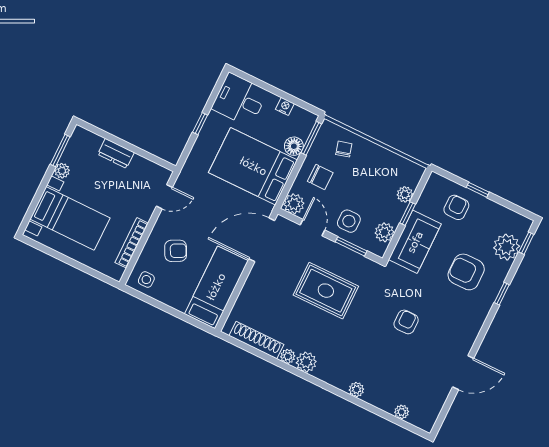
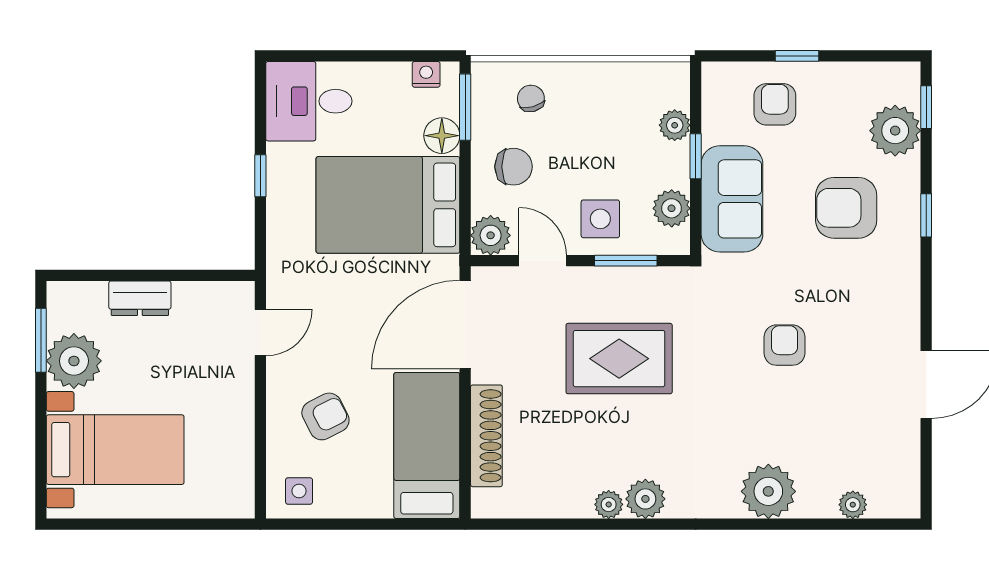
nightstand: (285, 106) -> (426, 74), moved
plant: (62, 171) -> (74, 361), width x1.88, depth x1.88
bookcase: (132, 243) -> (243, 440), removed
shoe rack: (256, 340) -> (486, 436), moved, turned 90
plant: (356, 390) -> (768, 491), width x1.88, depth x1.88

